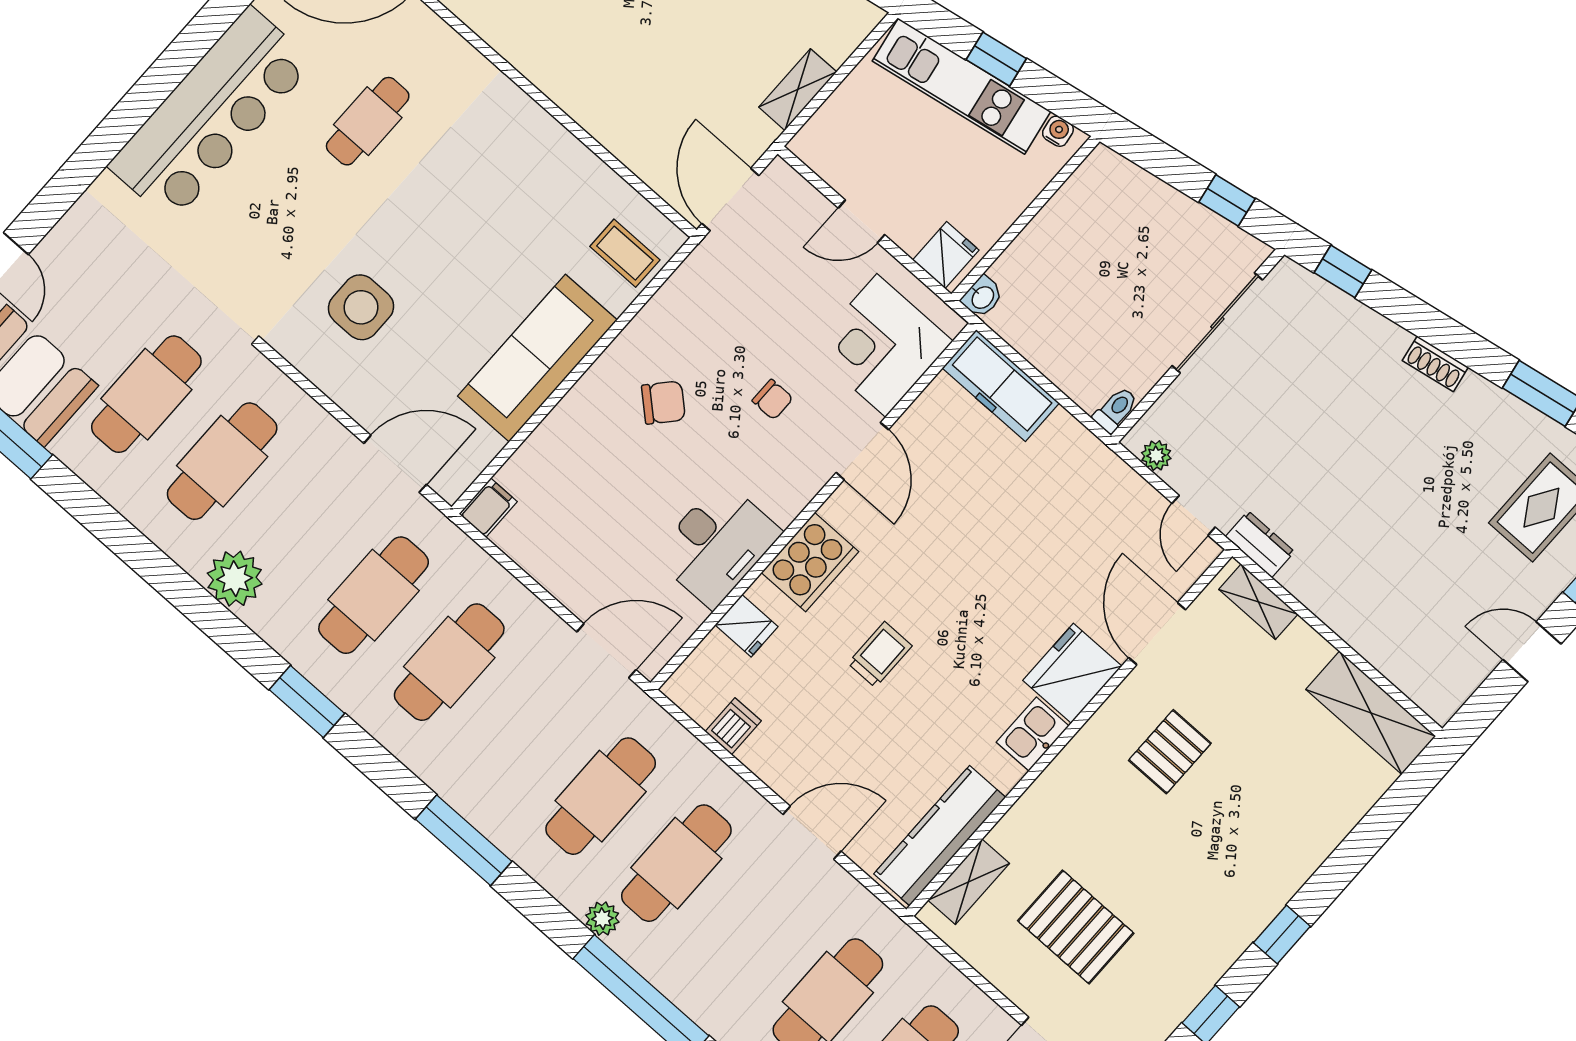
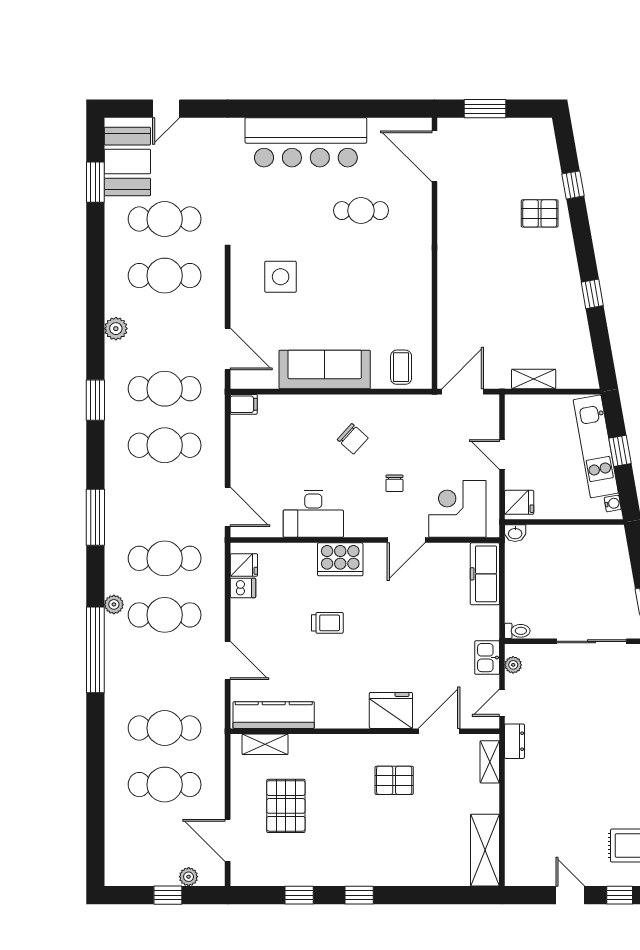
plant: (235, 579) -> (116, 329), width x0.73, depth x0.73
fridge: (746, 626) -> (244, 565), moved, turned -90
kitchen sink: (1033, 734) -> (487, 658), moved, turned -90

